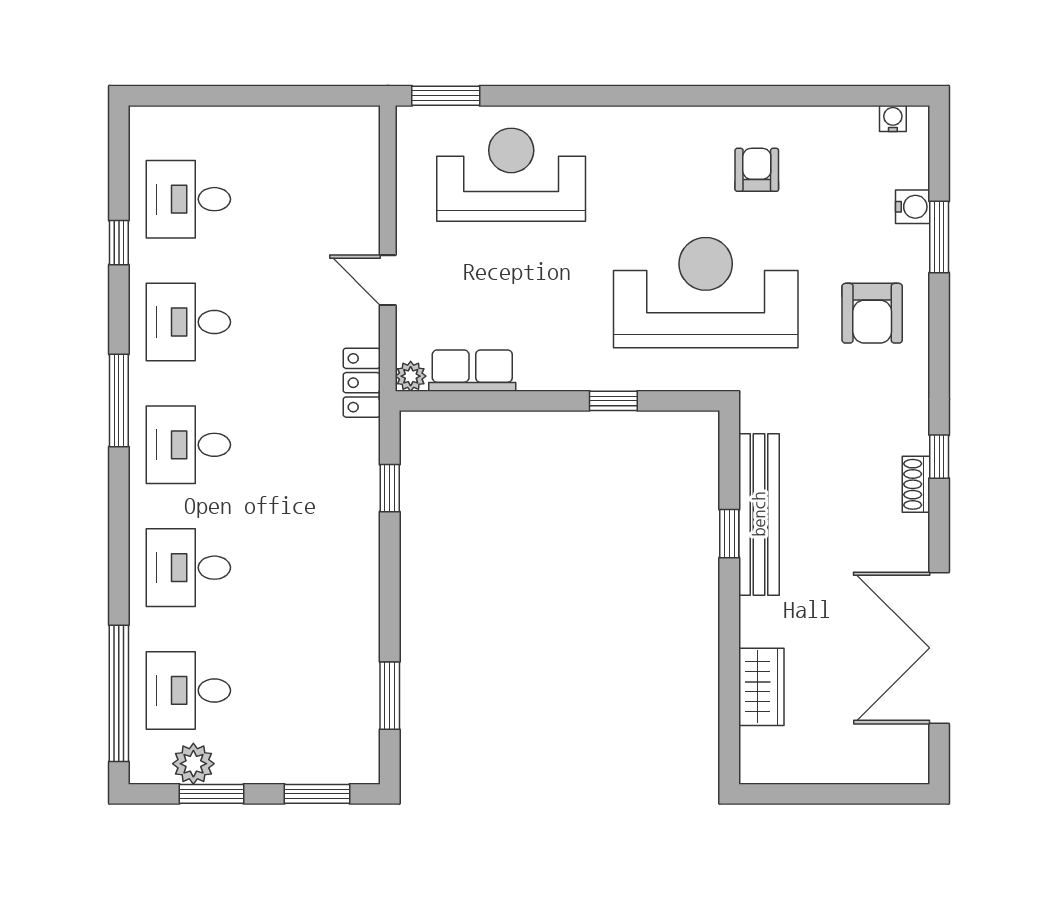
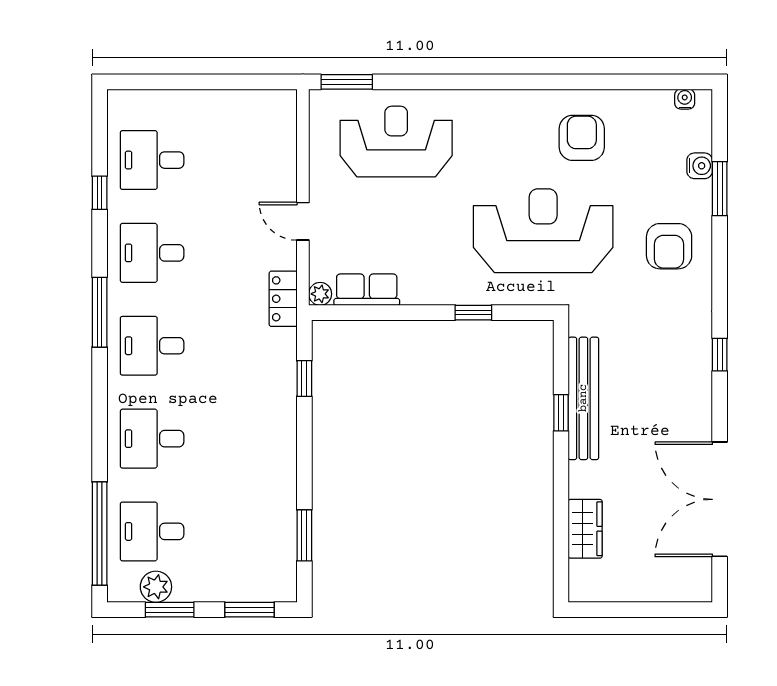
armchair: (757, 170) -> (582, 138), width x1.38, depth x1.38
shoe rack: (916, 484) -> (702, 376), removed

